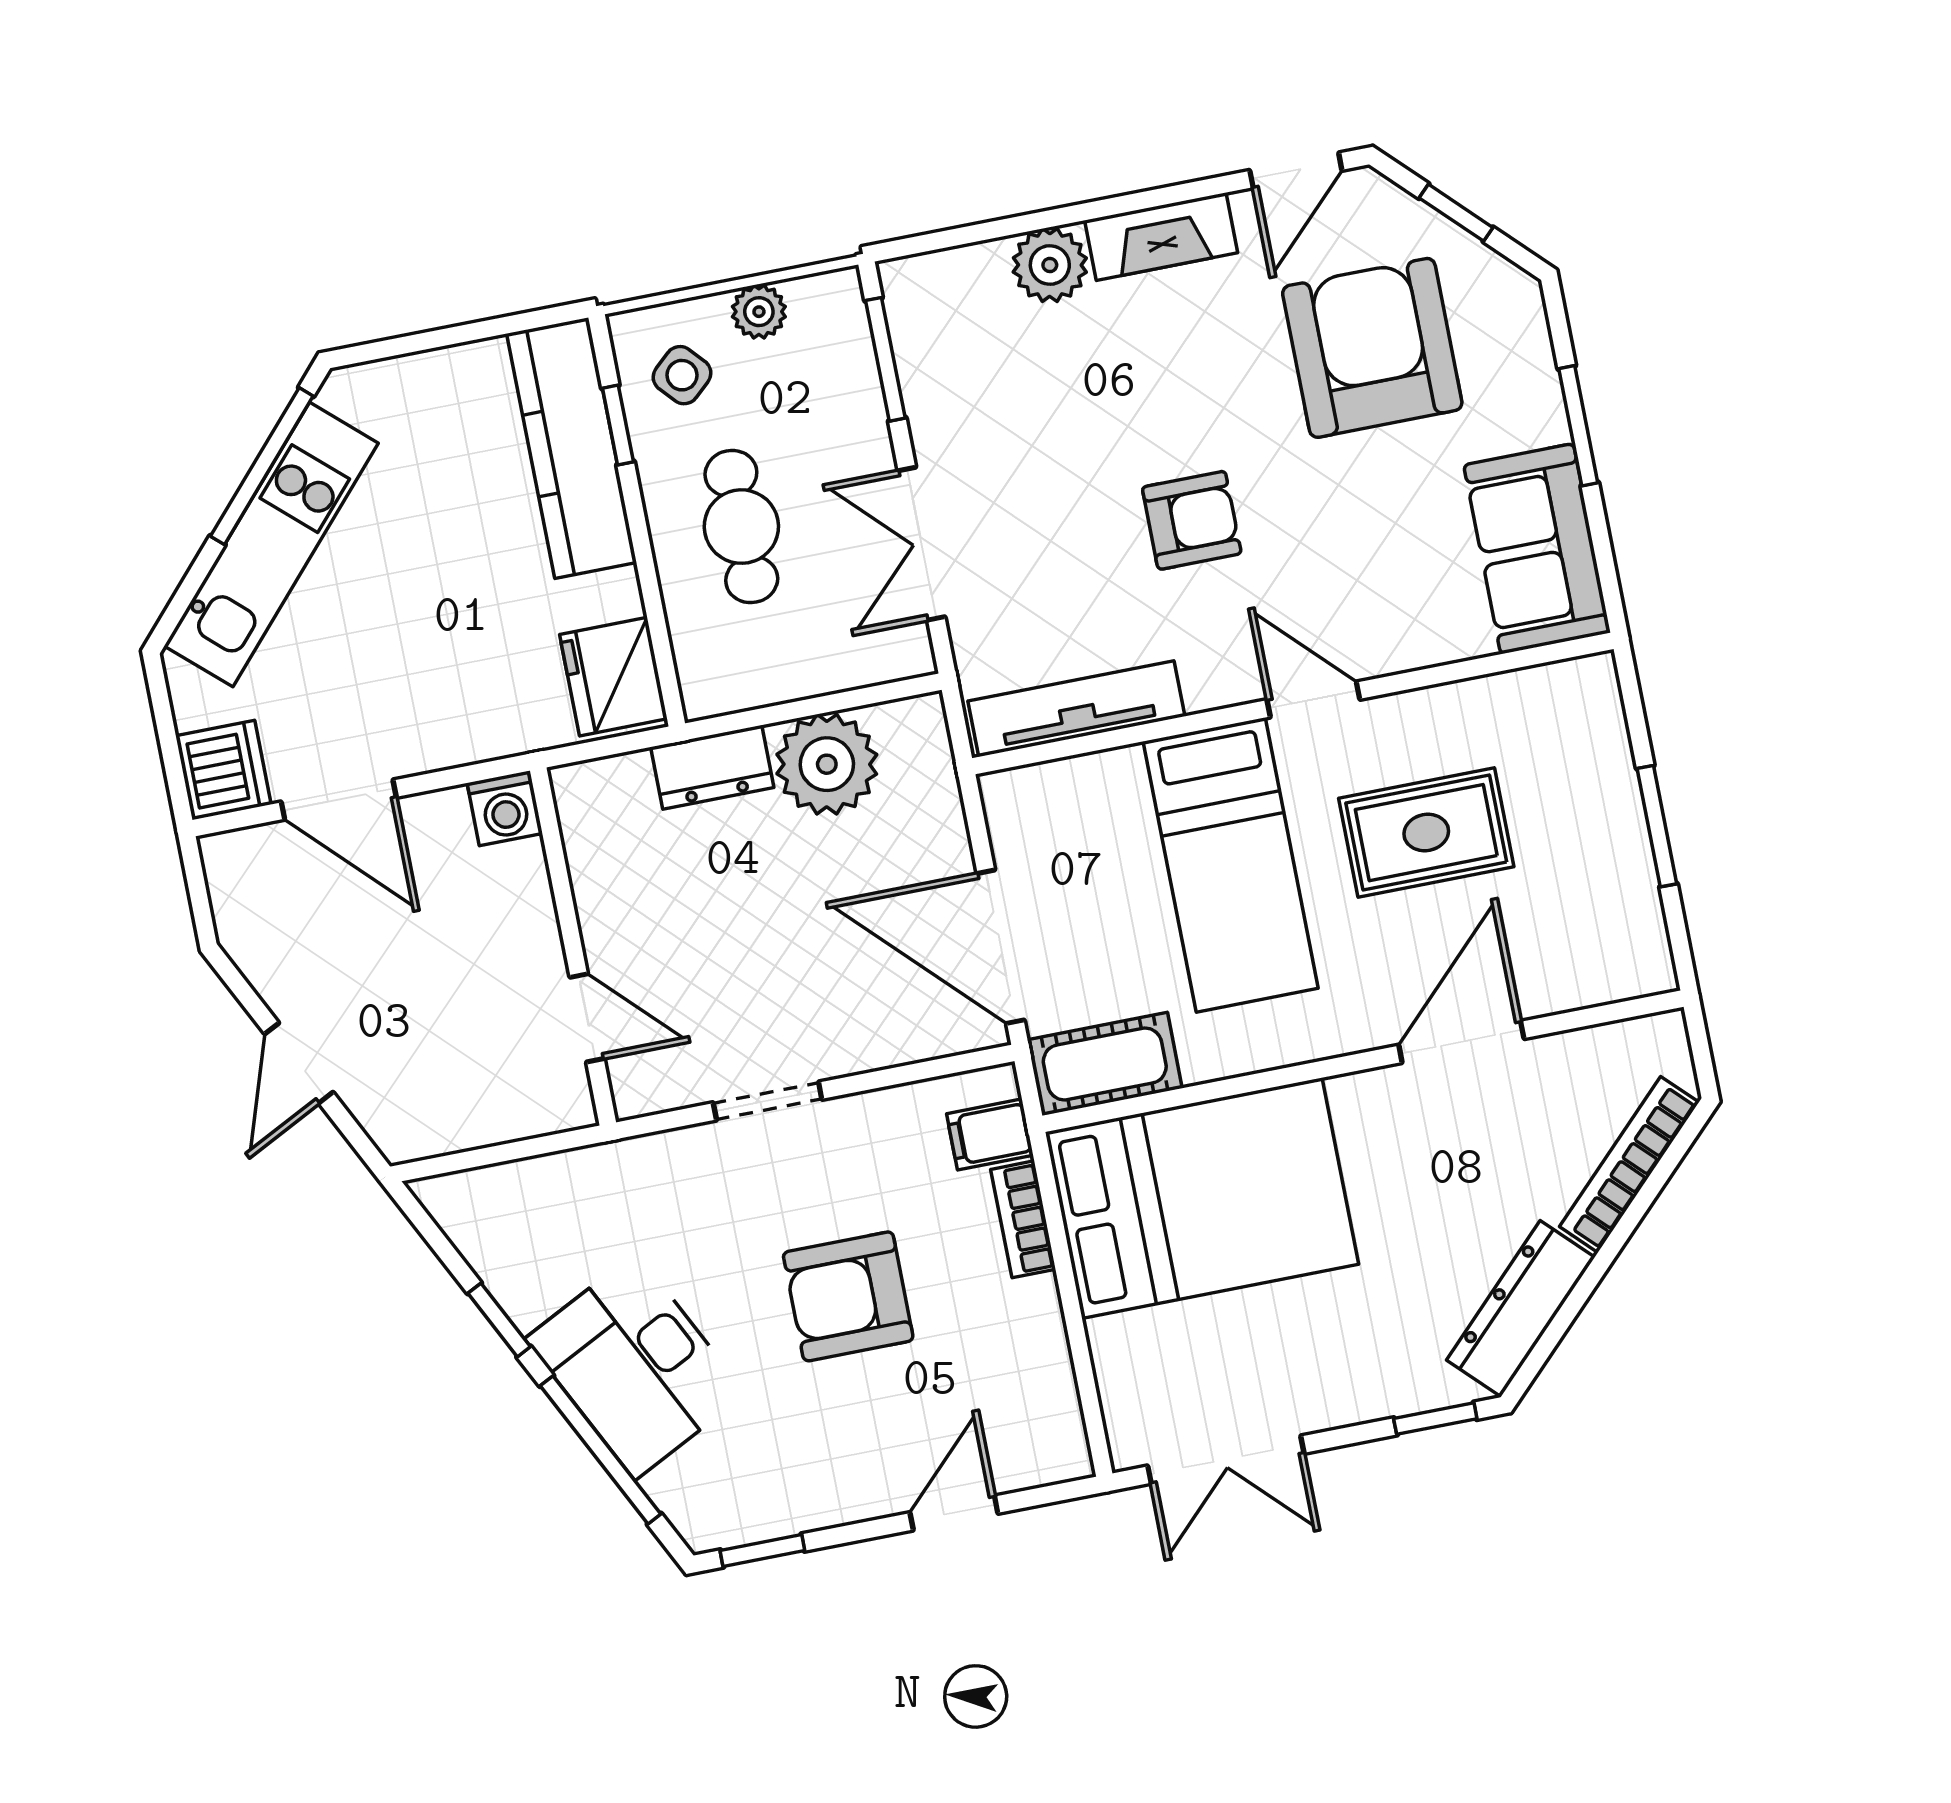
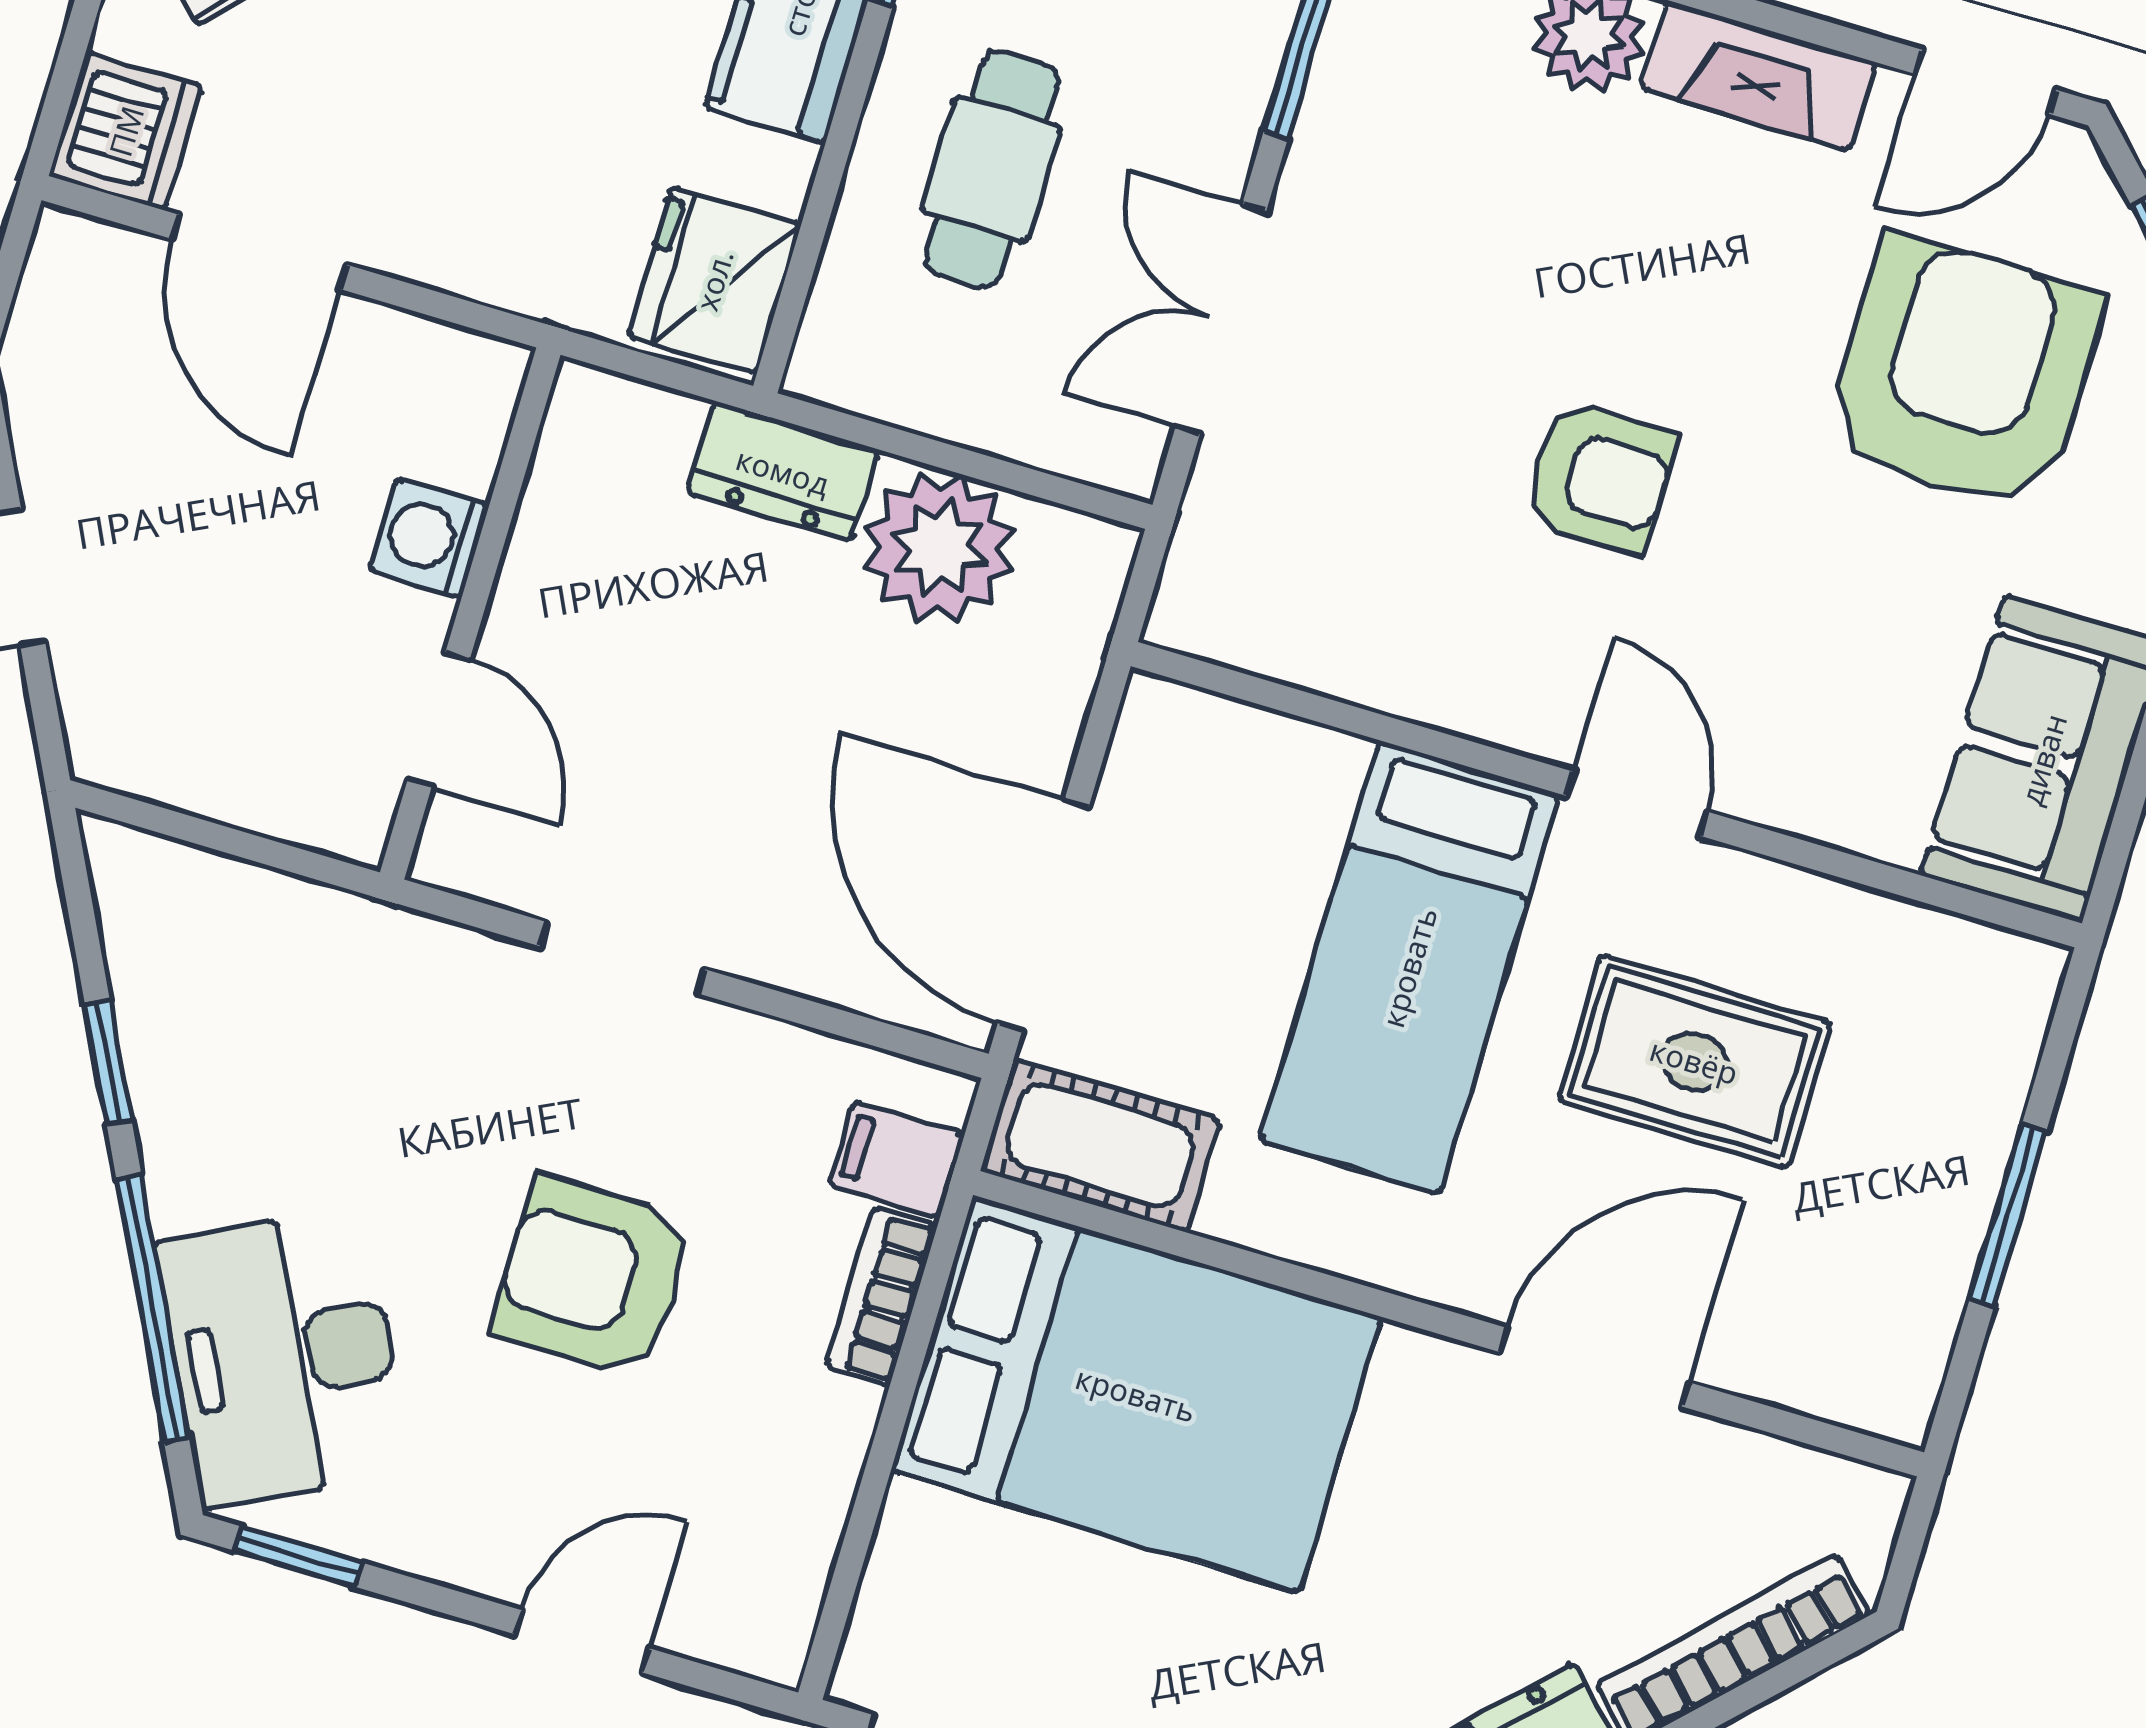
tv unit: (1076, 709) -> (1313, 649), removed
washing machine: (505, 808) -> (429, 538), moved, turned 90
desk: (636, 1366) -> (283, 1357), moved

